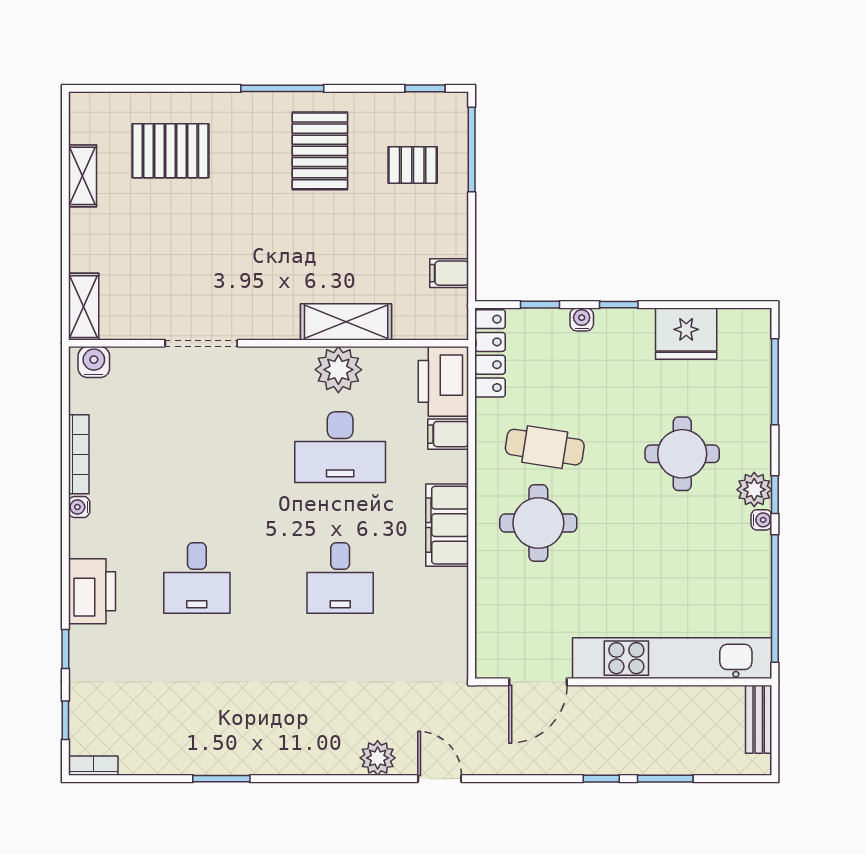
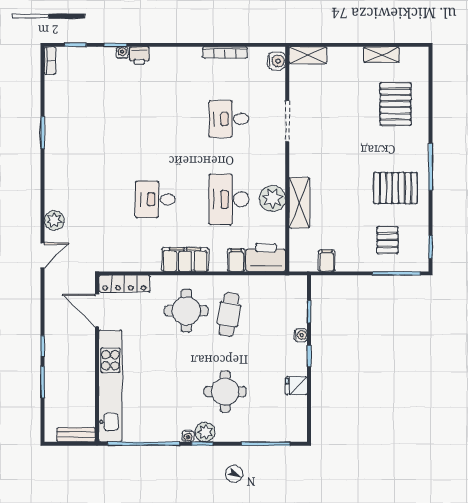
fridge: (686, 334) -> (296, 386), width x0.53, depth x0.75
locker: (490, 353) -> (124, 284), moved
water cooler: (79, 507) -> (122, 53), moved
desk: (197, 578) -> (229, 119), moved
printer: (92, 591) -> (139, 56), width x0.53, depth x0.68

